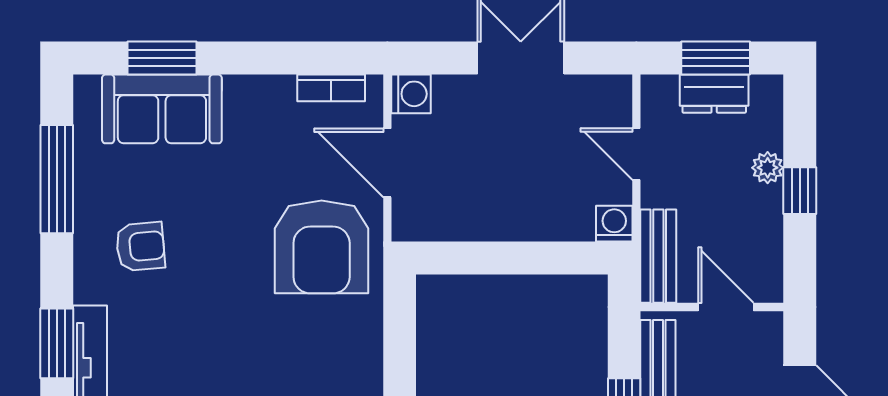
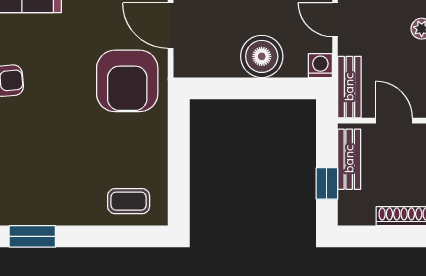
boiler: (525, 210) -> (262, 56), added

